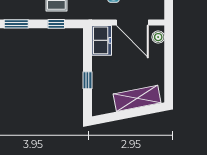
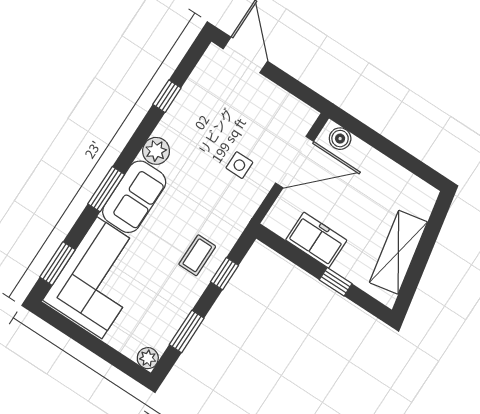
freezer: (102, 40) -> (316, 240), moved
shelving: (137, 98) -> (398, 252), moved

